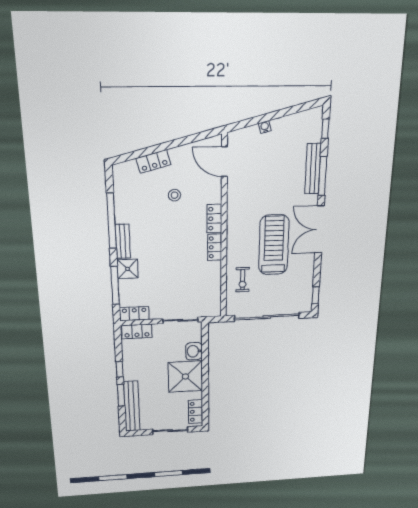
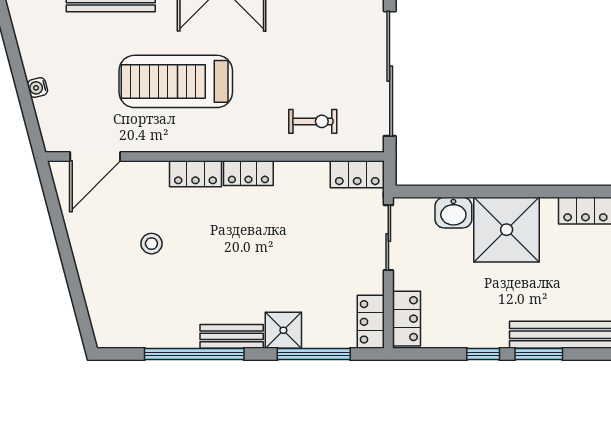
locker: (153, 161) -> (357, 174), moved, turned 105
treadmill: (274, 245) -> (176, 81), moved

